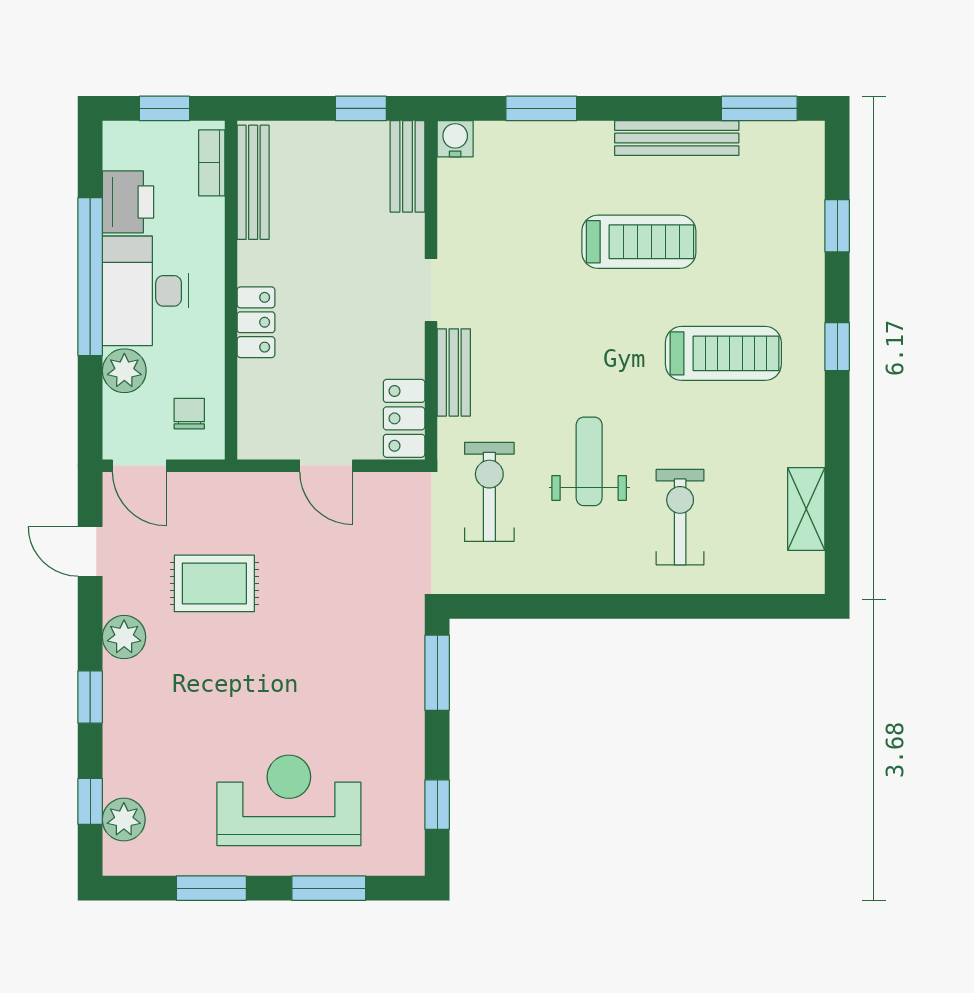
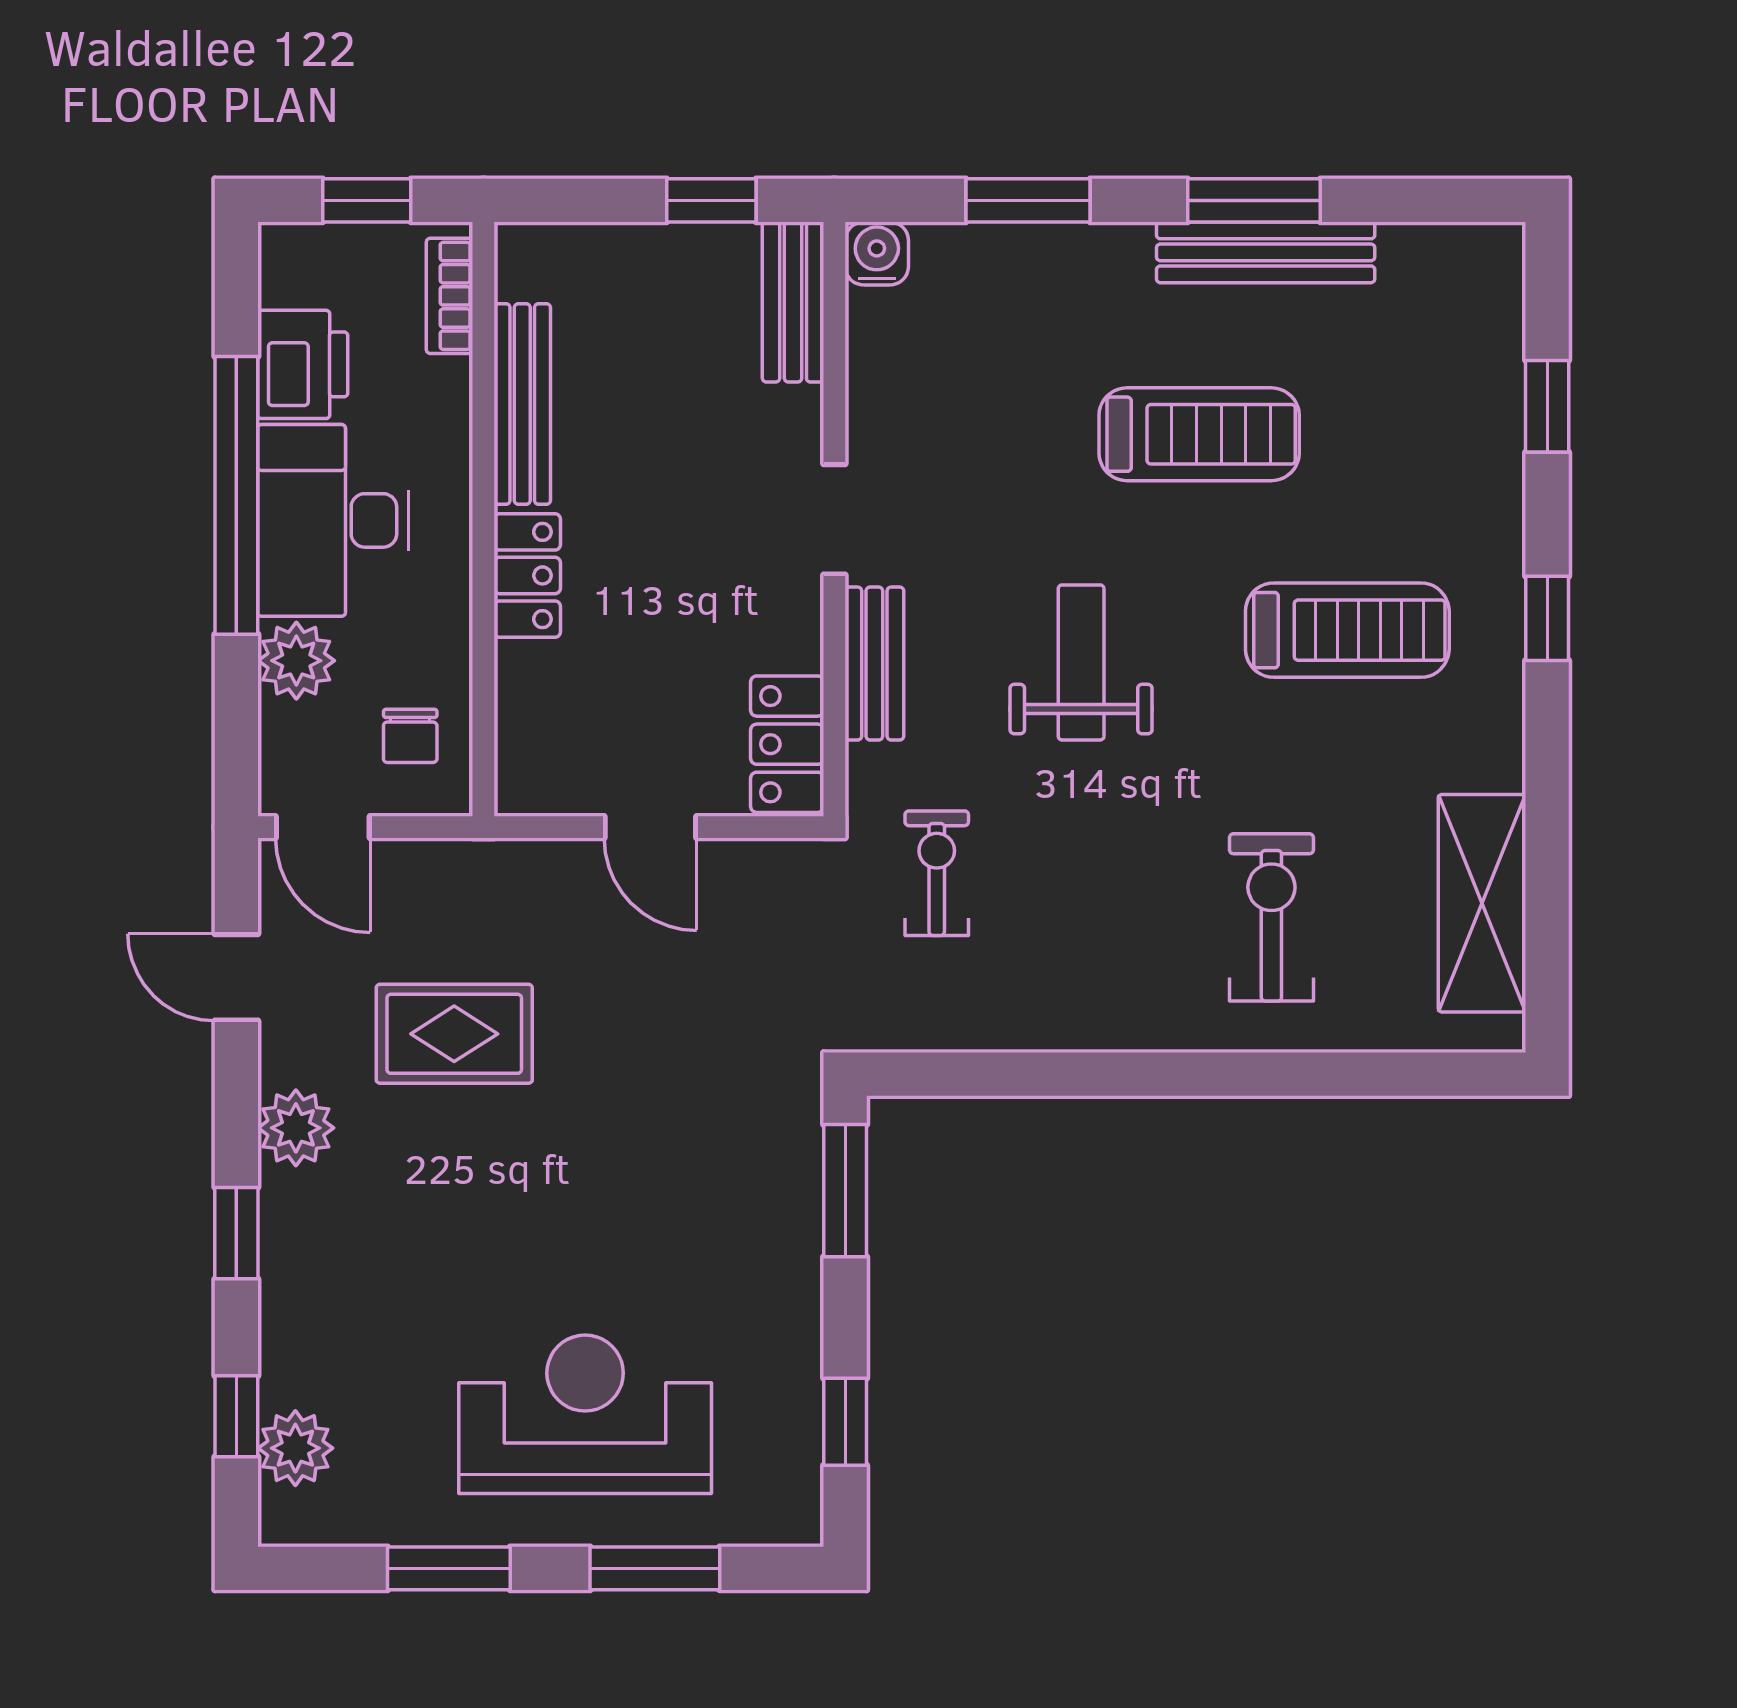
window: (759, 108) -> (1254, 200), moved
bench: (253, 182) -> (522, 404), moved
chair: (189, 414) -> (410, 736), turned 180
weight bench: (589, 461) -> (1081, 662), moved
exercise bike: (489, 492) -> (937, 873), width x0.73, depth x0.72
shelving: (806, 509) -> (1482, 903), width x1.50, depth x1.33

